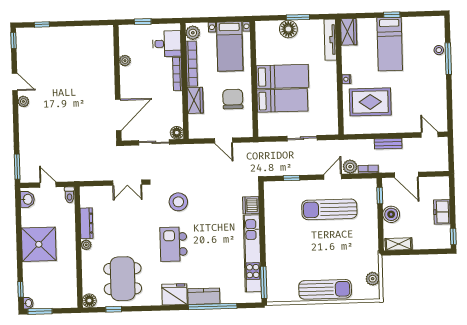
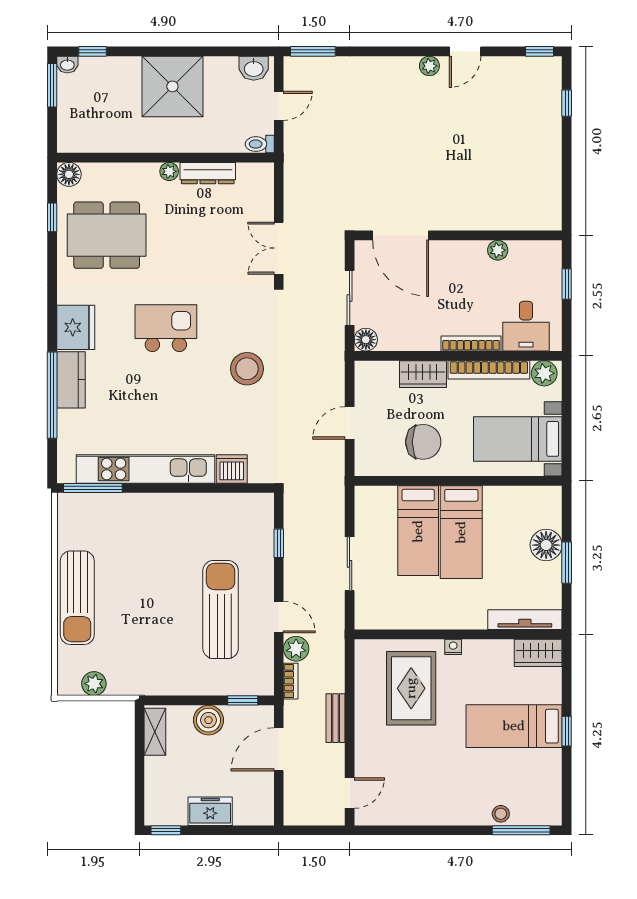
window: (448, 59) -> (521, 830), moved
stool: (178, 202) -> (247, 369), moved

